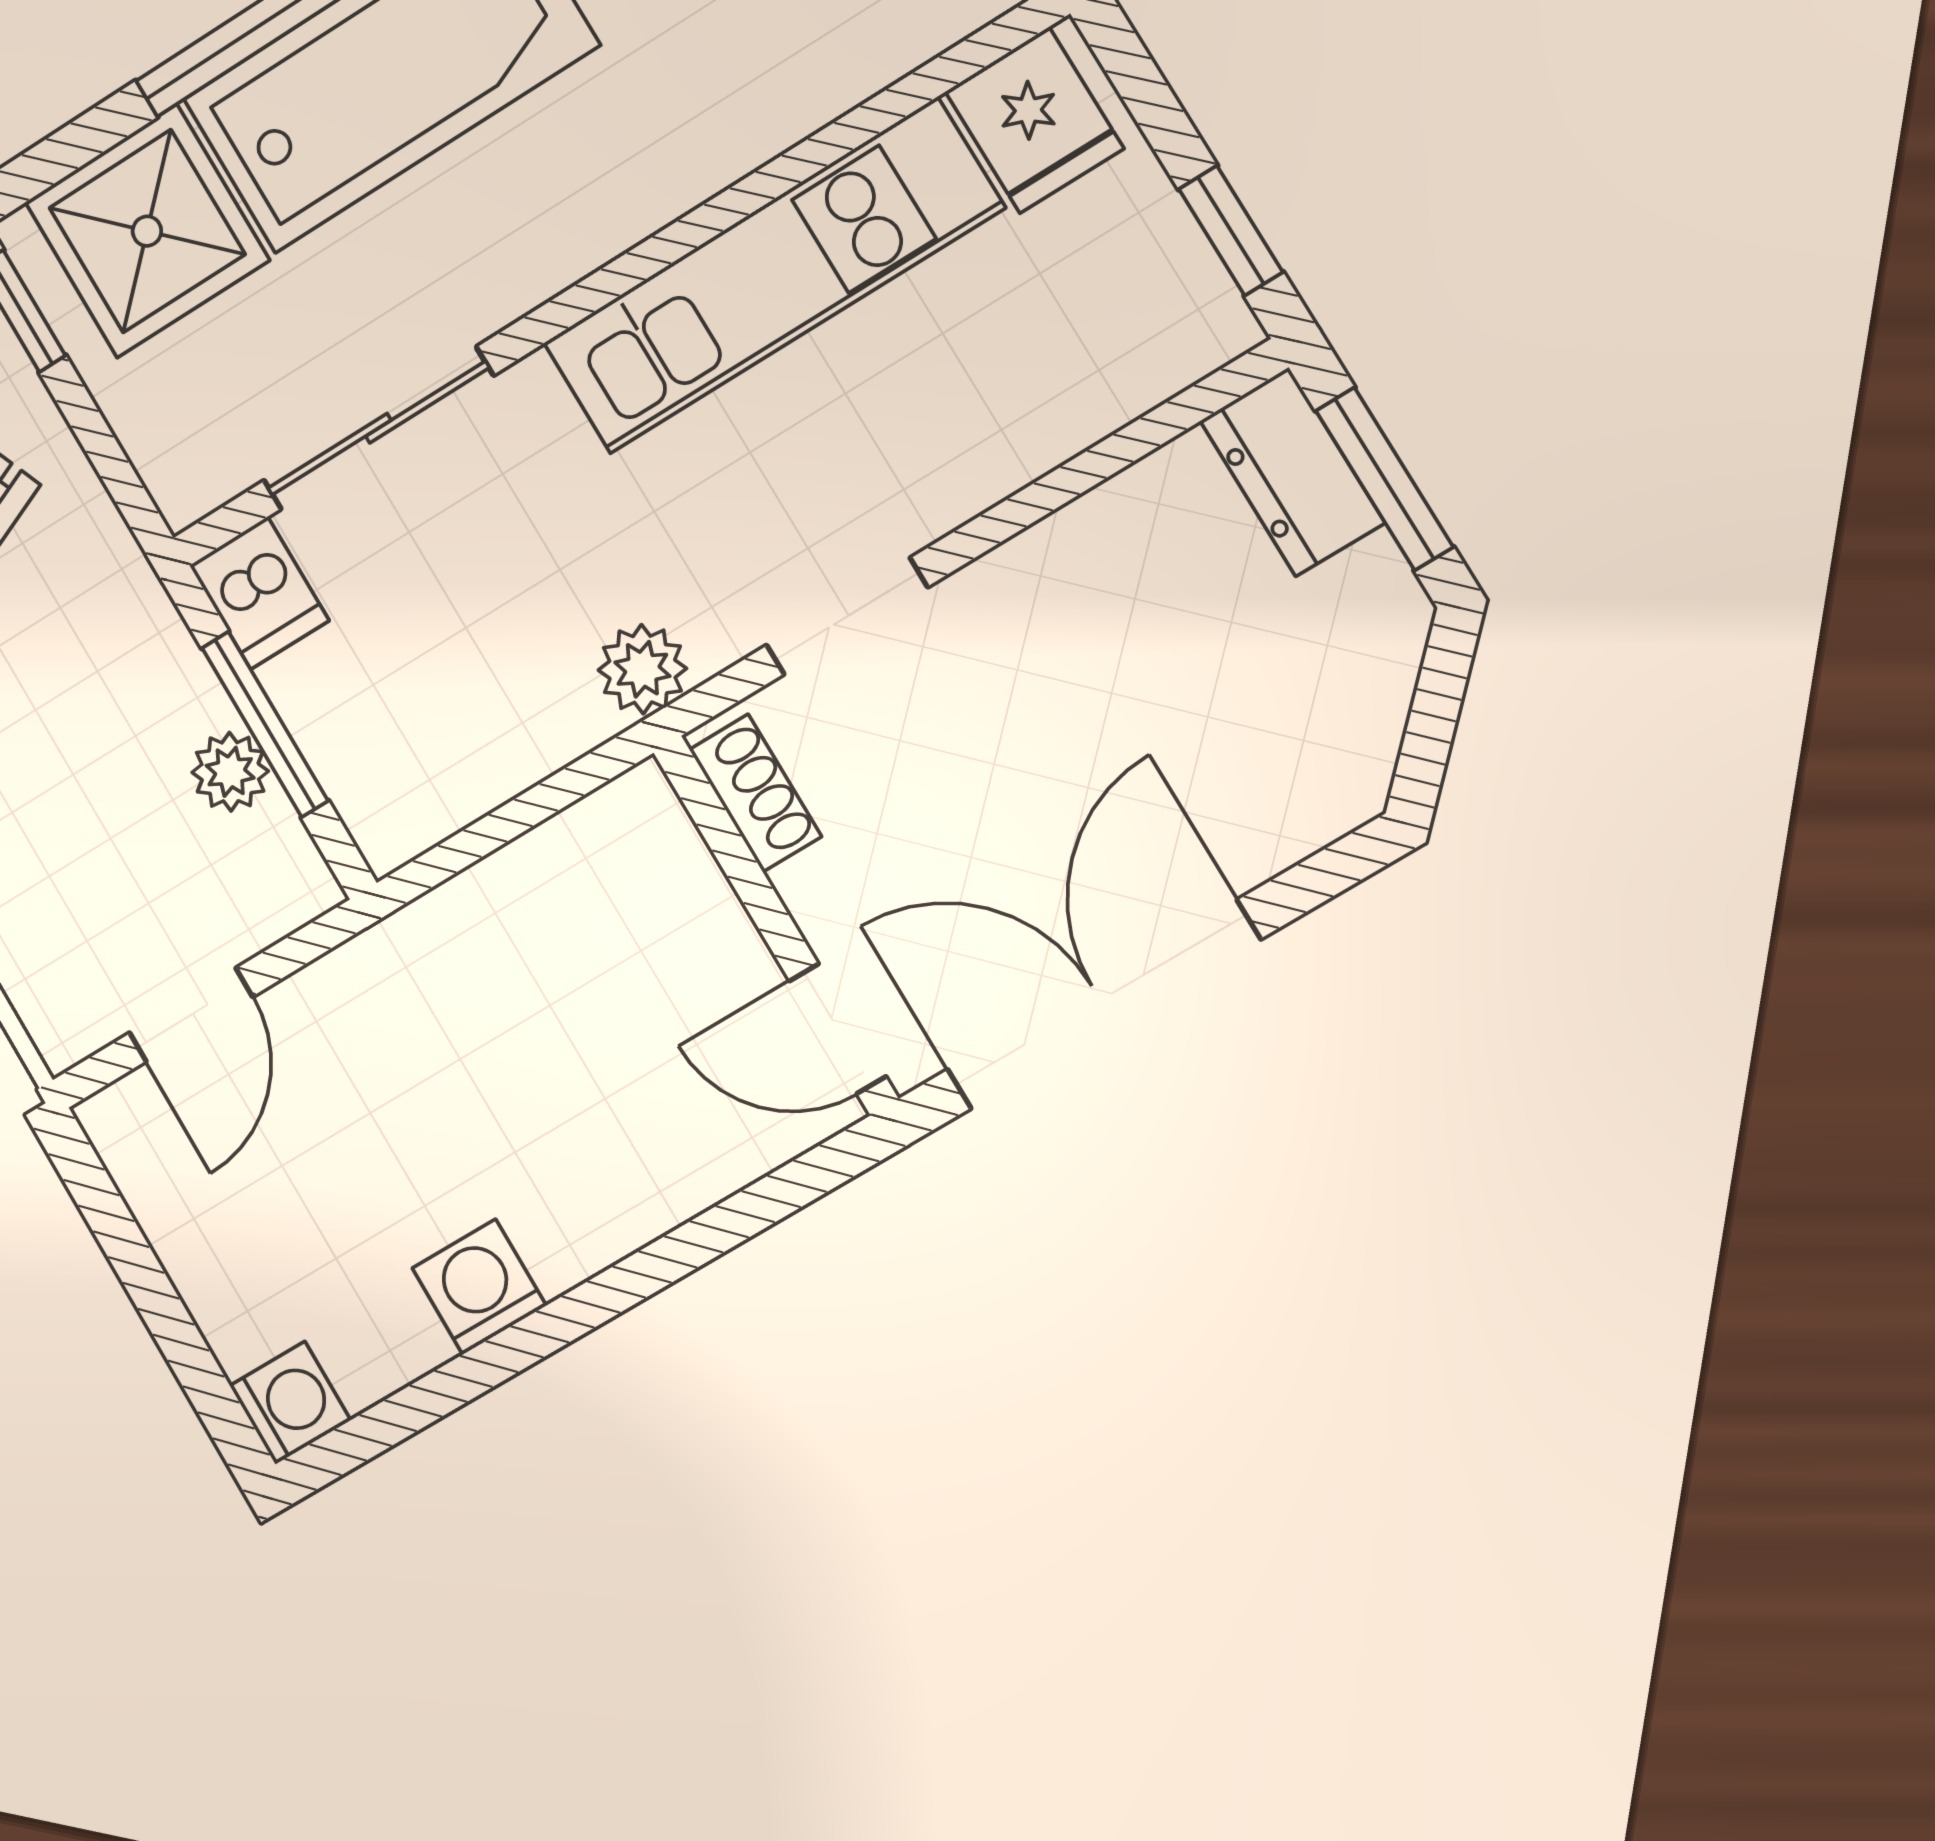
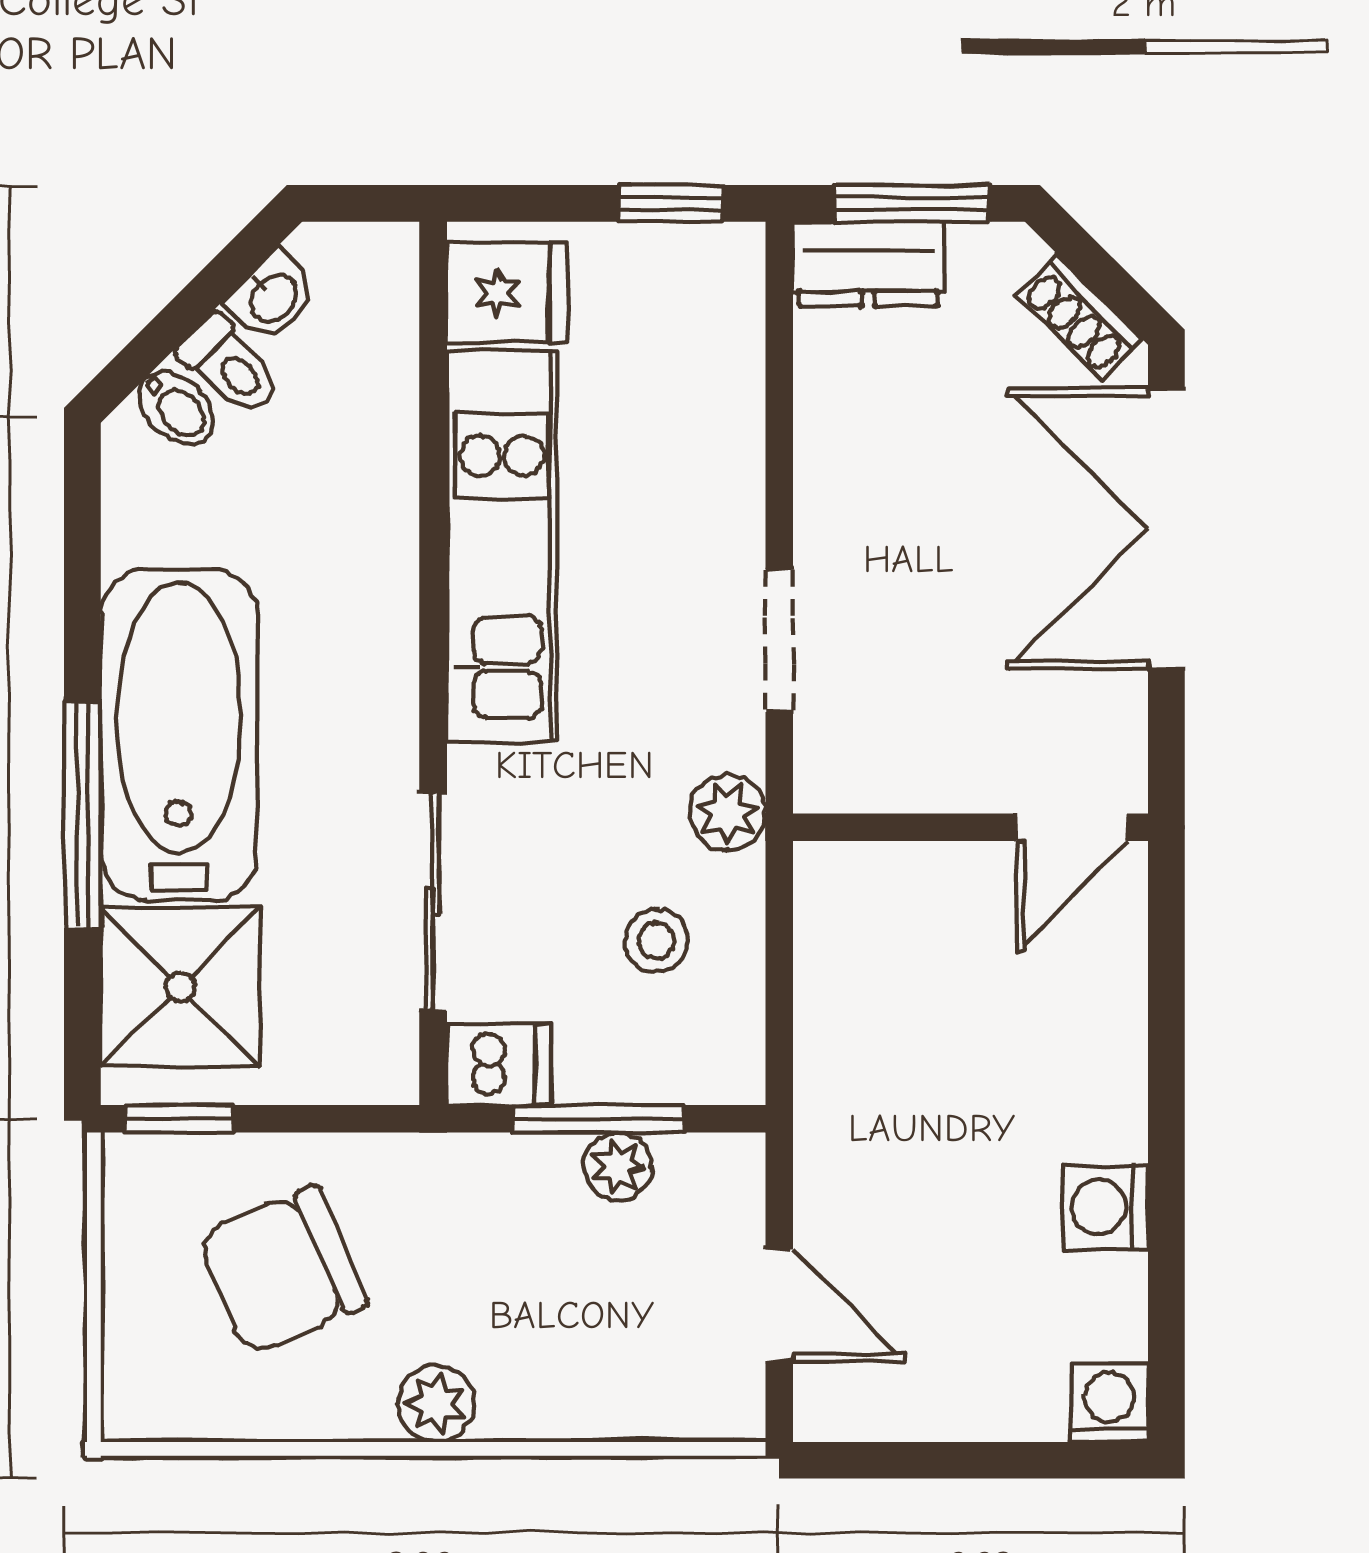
stool: (473, 675) -> (657, 941), added
shoe rack: (755, 793) -> (1079, 317), moved, turned -135
double door: (1103, 1005) -> (1166, 529), moved

